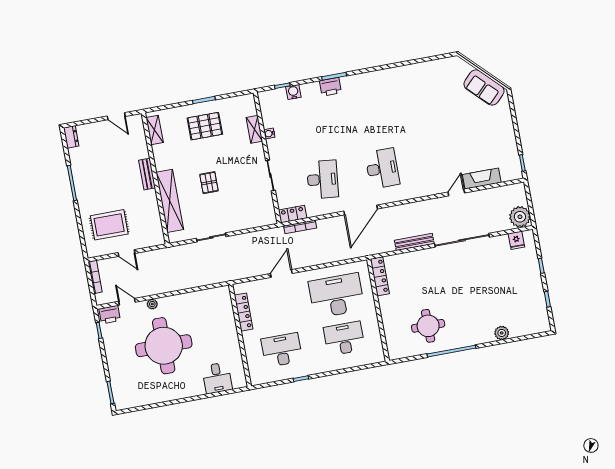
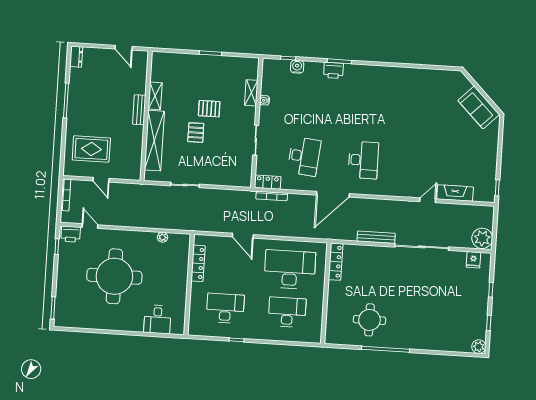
pallet: (205, 126) -> (209, 109), moved, width x0.67, depth x0.71
shelving: (155, 130) -> (155, 96), moved
door: (281, 273) -> (243, 236), swing flipped
plant: (152, 304) -> (163, 237), moved
plant: (502, 333) -> (479, 347), moved

